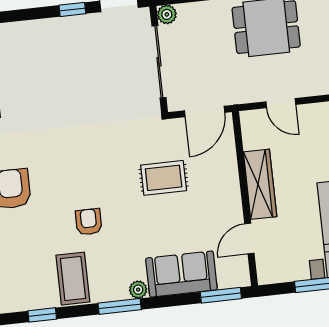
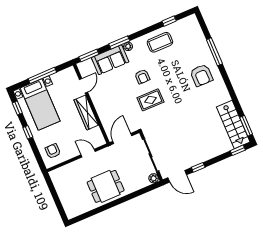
rug: (164, 178) -> (150, 100), moved
armchair: (89, 222) -> (142, 77), moved
coffee table: (73, 279) -> (160, 42), turned 90
window: (120, 306) -> (119, 42), moved

